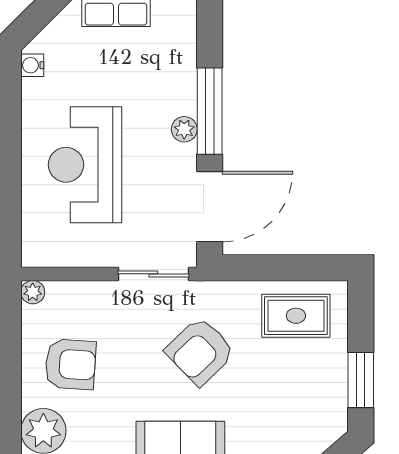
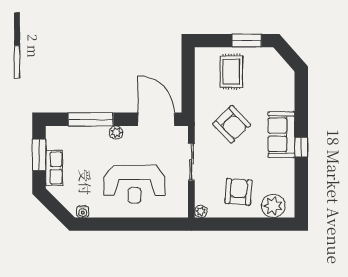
window: (210, 111) -> (91, 119), moved
sliding door: (153, 274) -> (191, 162), moved
rug: (296, 316) -> (231, 72), moved

